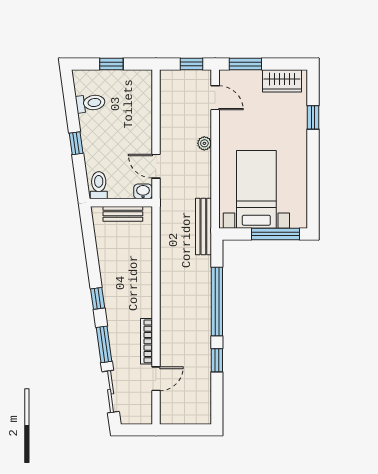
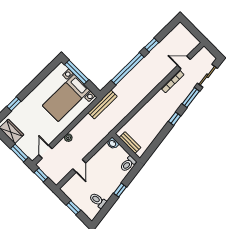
door: (156, 166) -> (79, 166), moved

